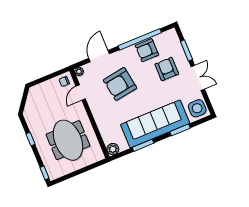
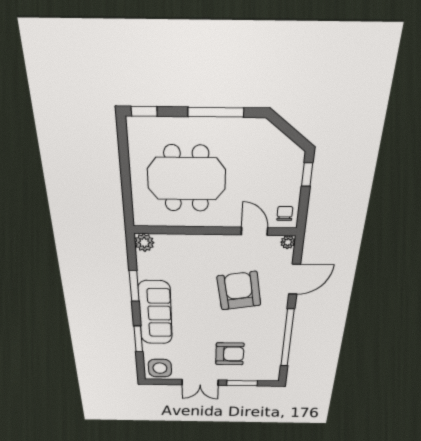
armchair: (147, 50) -> (268, 341), removed
door: (99, 56) -> (294, 279), hinge flipped
window: (40, 81) -> (307, 175), added
sofa: (155, 124) -> (155, 313), width x0.74, depth x0.79
window: (30, 139) -> (216, 112), width x2.17

